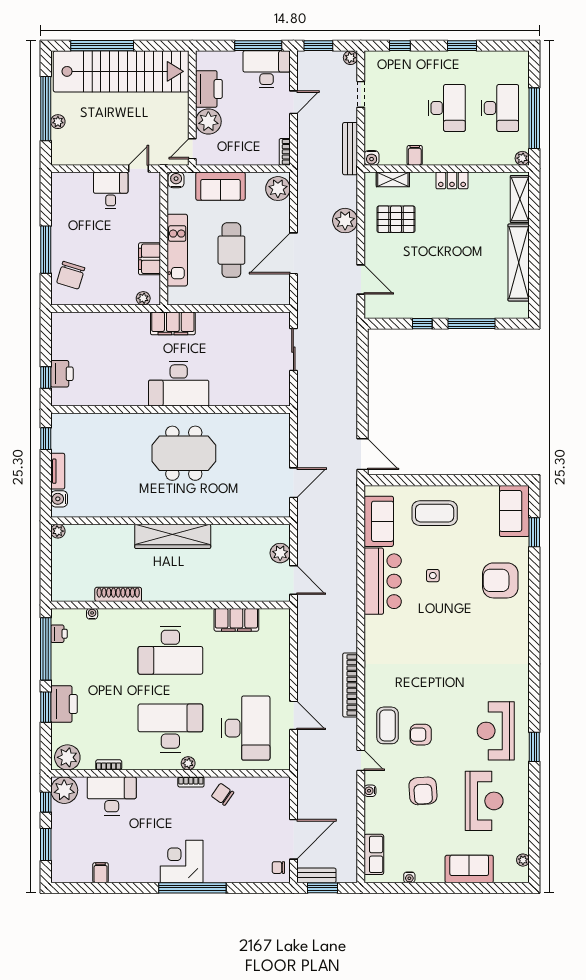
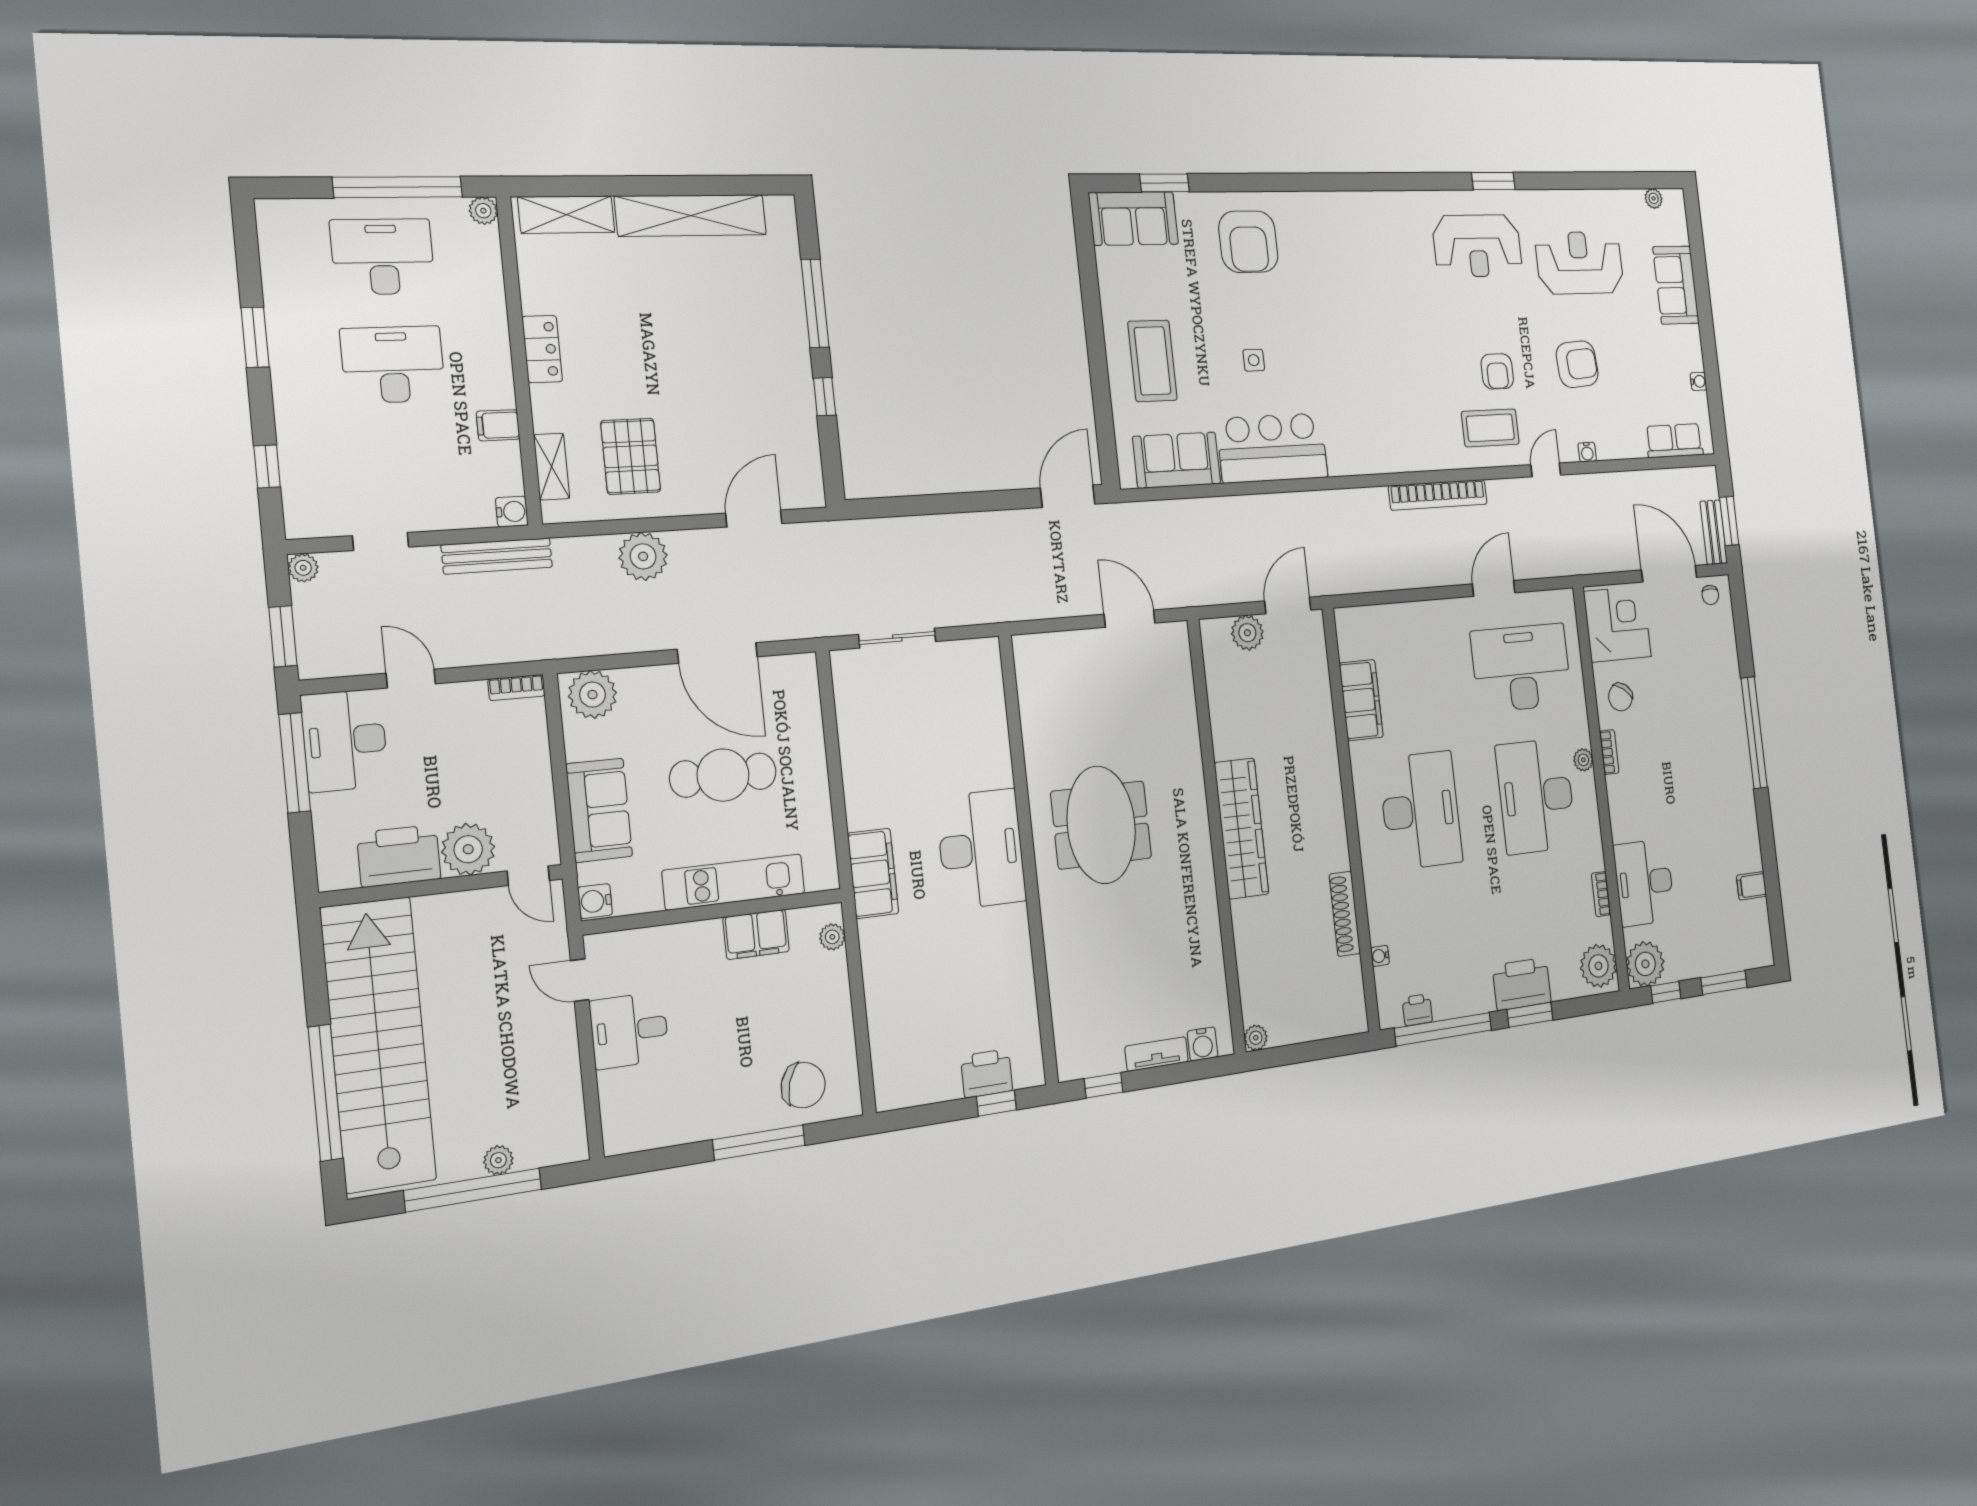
corner desk: (182, 862) -> (1617, 624), moved, turned 180

